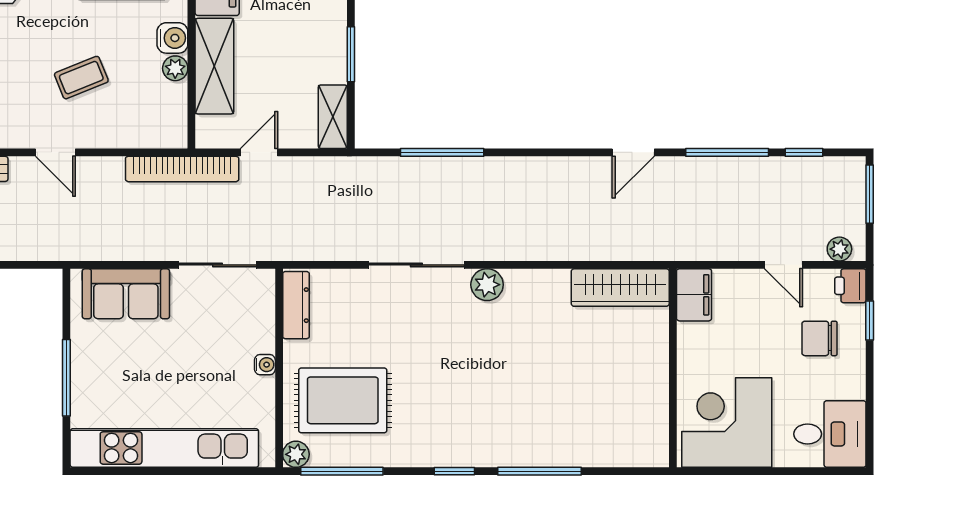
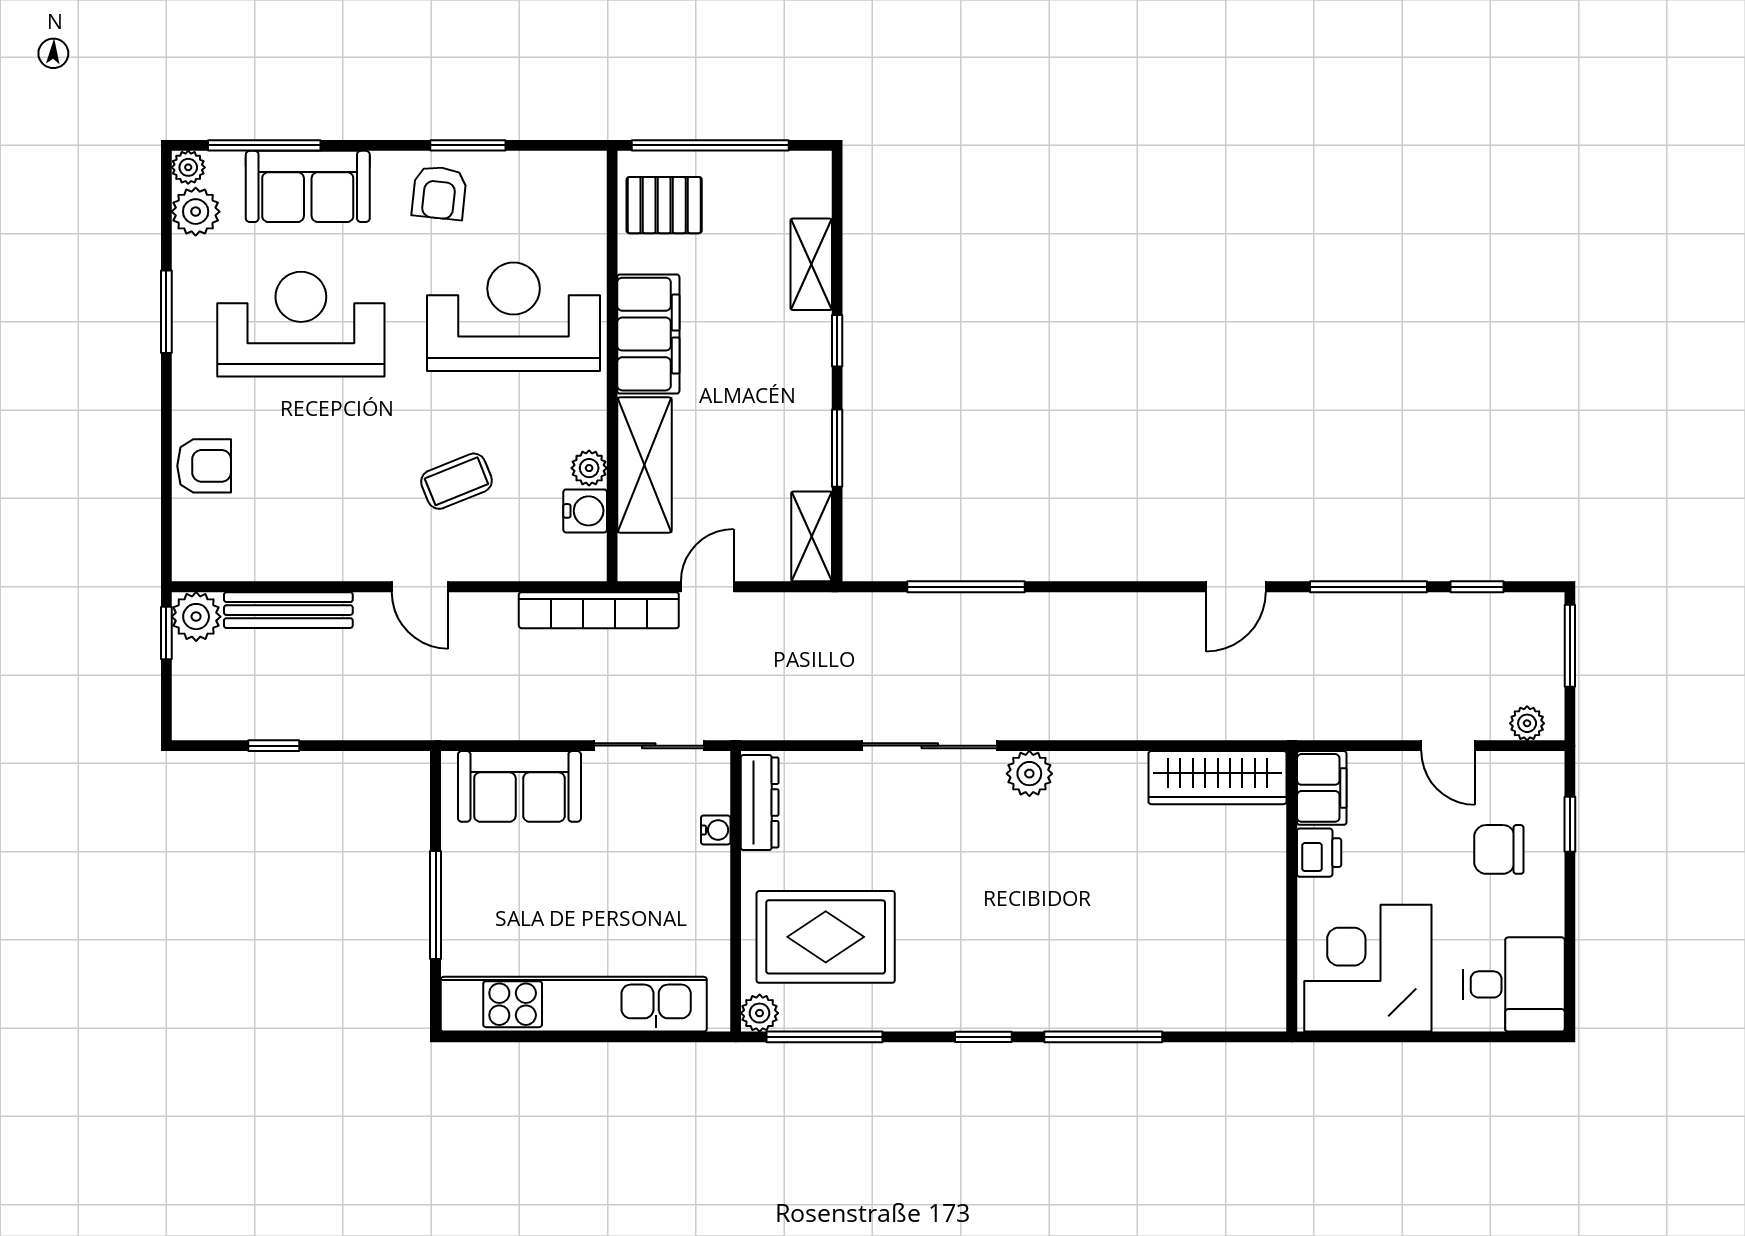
water cooler: (172, 38) -> (585, 511), moved
printer: (850, 286) -> (1319, 853), moved, turned 180
water cooler: (265, 365) -> (716, 830), moved

